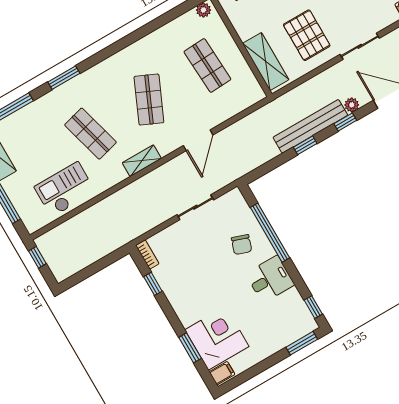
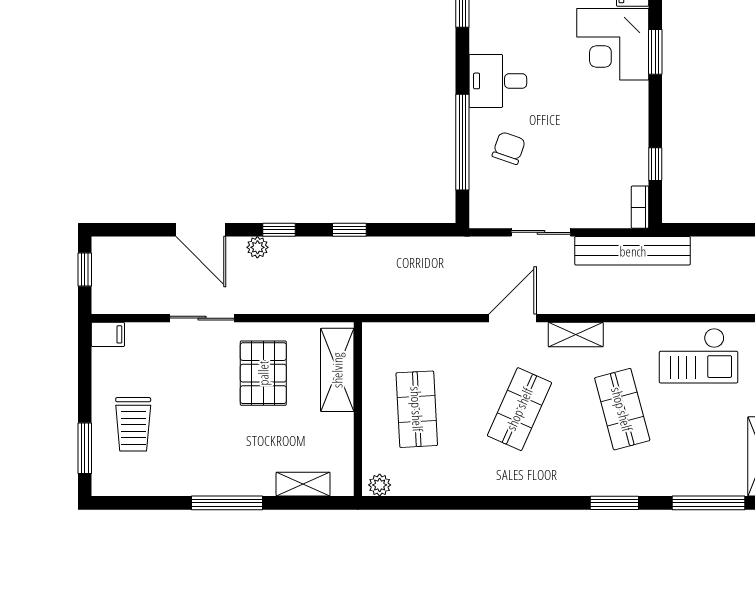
bench: (310, 126) -> (633, 251), moved
door: (198, 140) -> (513, 318), moved

